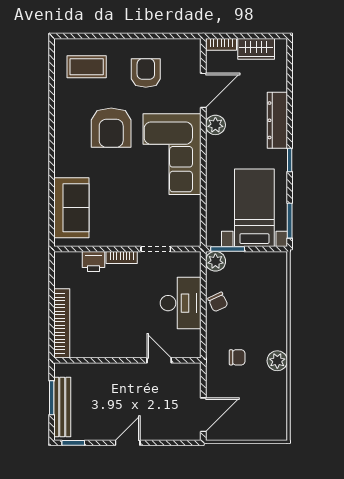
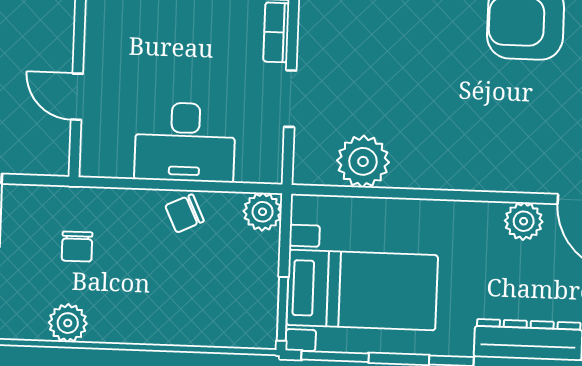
corner sofa: (172, 154) -> (471, 136), removed
plant: (187, 210) -> (363, 161), added
window: (228, 249) -> (282, 309), moved
door: (159, 360) -> (77, 97), swing flipped

